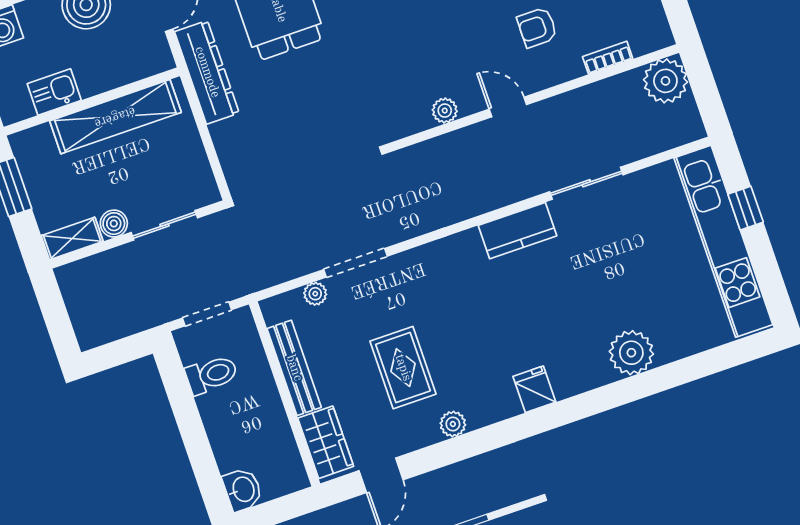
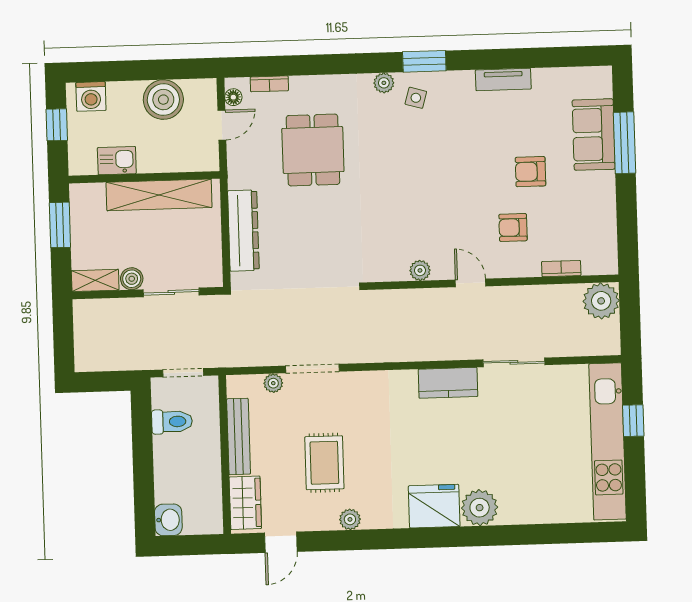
dresser: (207, 72) -> (243, 231), moved
plant: (631, 353) -> (480, 508), moved
fridge: (534, 389) -> (434, 506), width x1.88, depth x1.34

